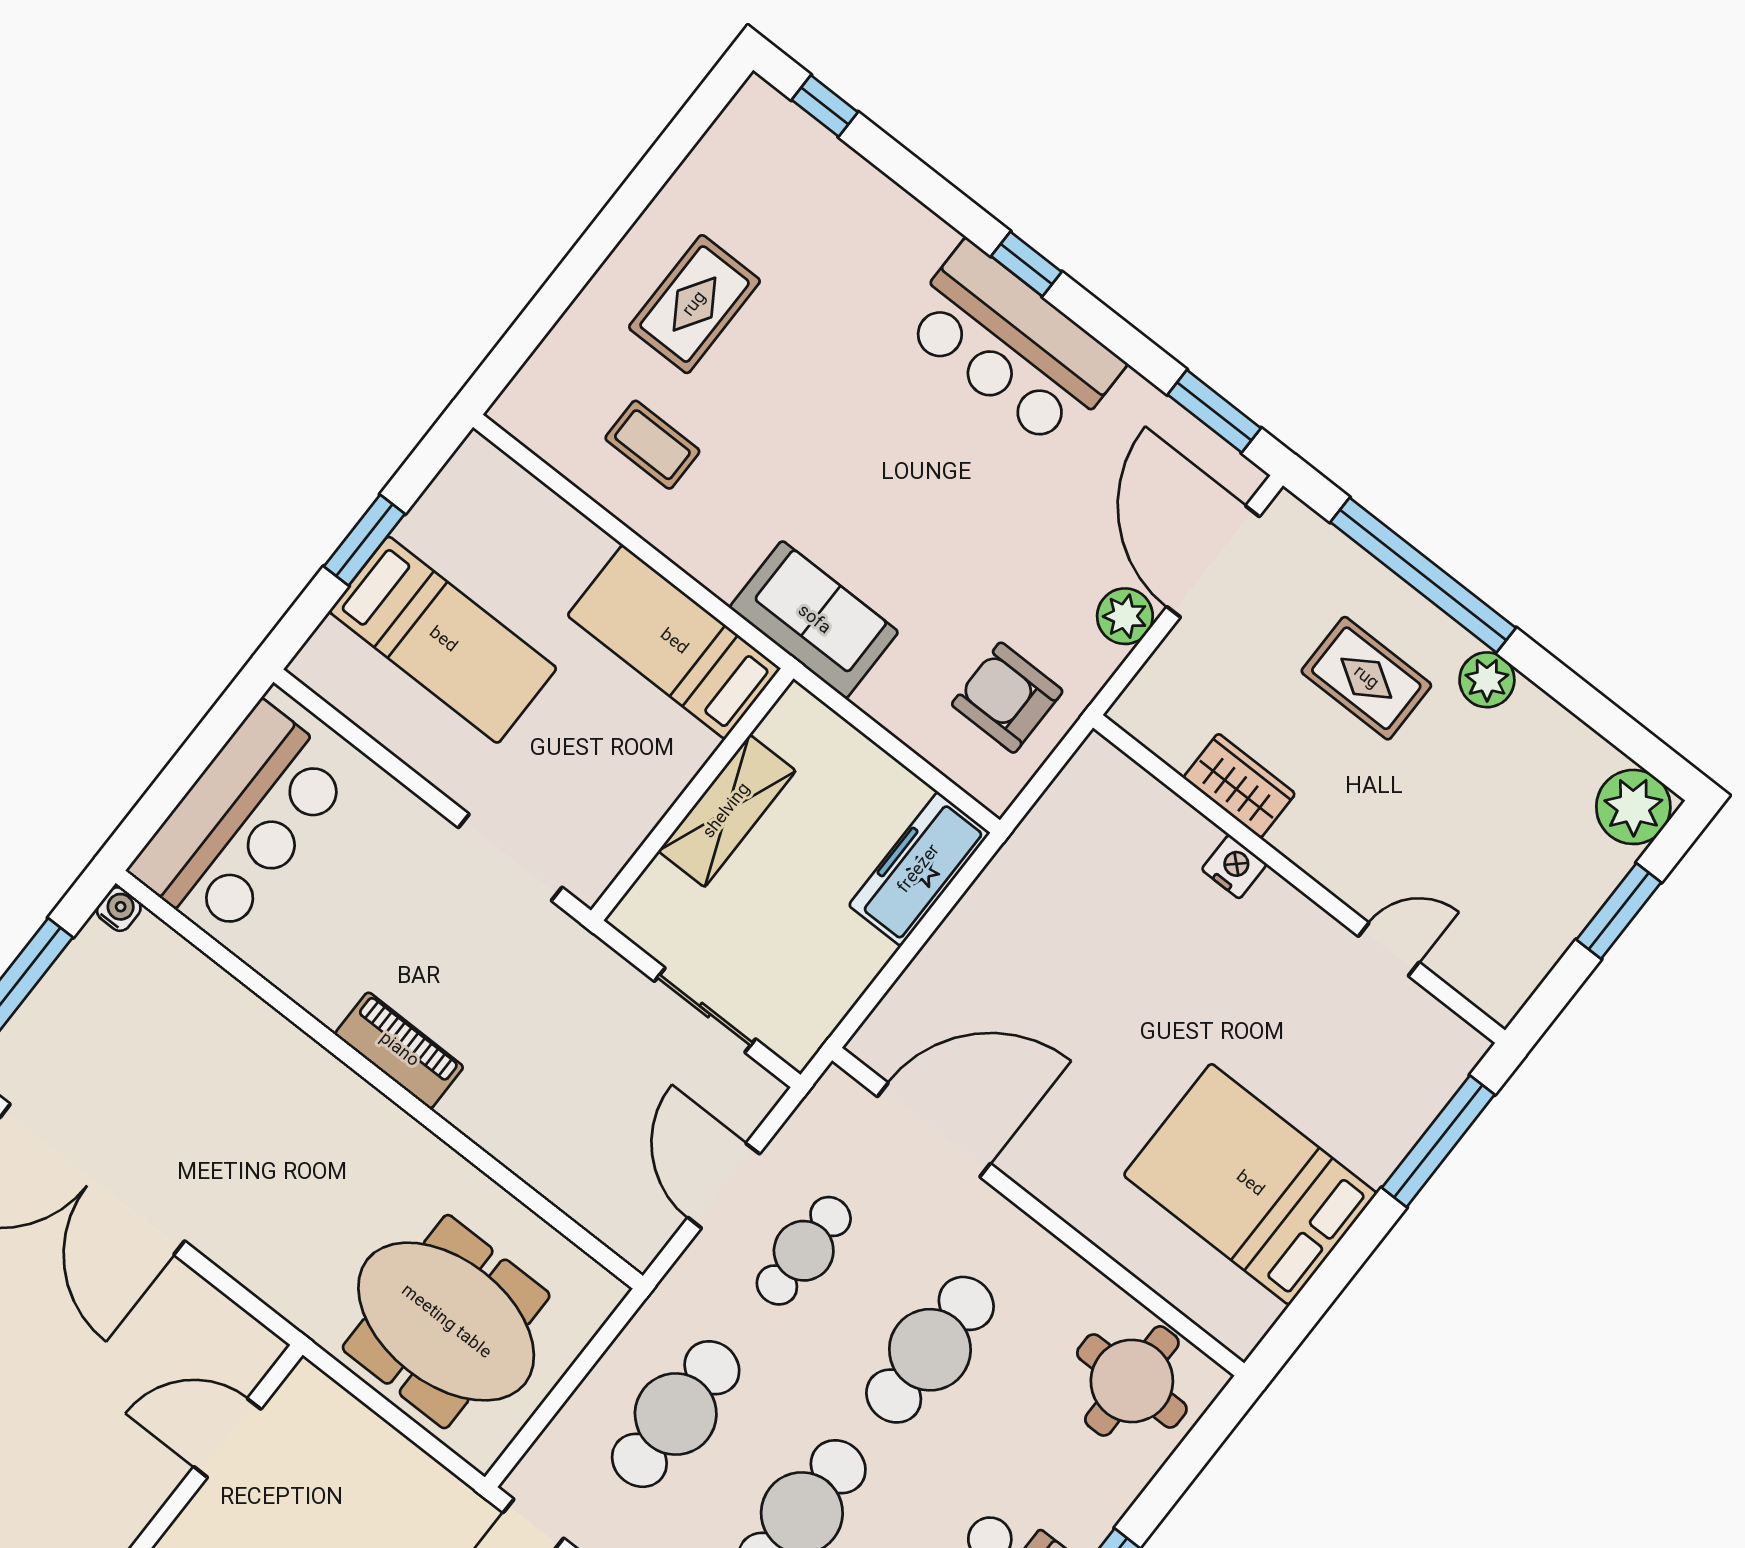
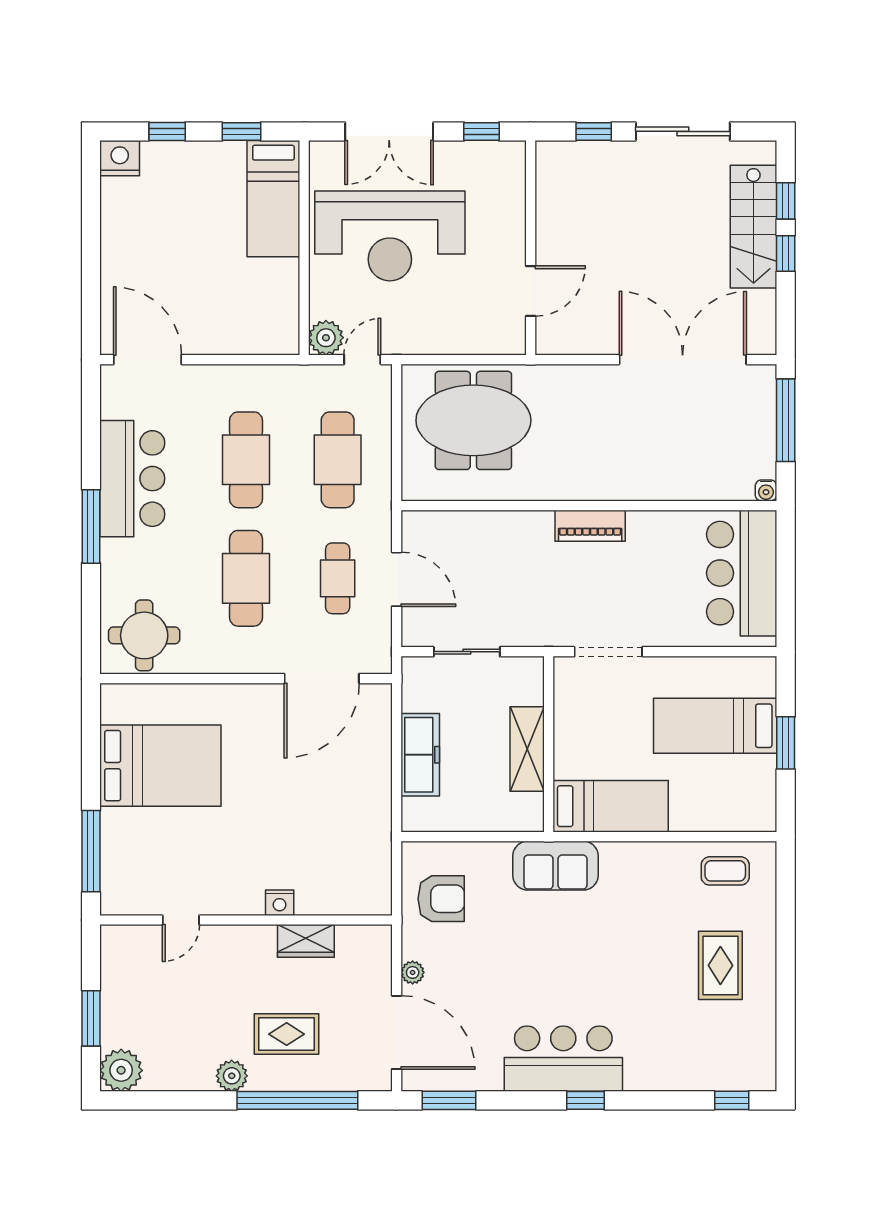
coffee table: (652, 445) -> (725, 871), moved
plant: (1125, 616) -> (413, 972), width x0.73, depth x0.73
freezer: (919, 869) -> (420, 755), moved

